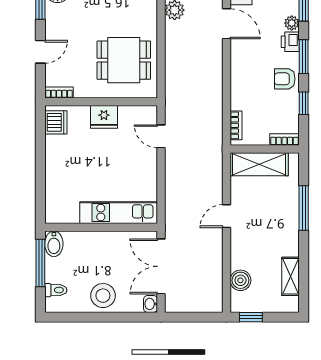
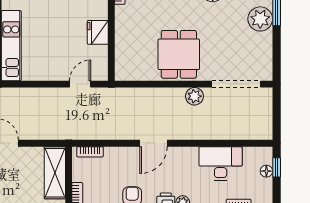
door: (226, 24) -> (153, 143), moved
dining table: (124, 60) -> (179, 54), moved

